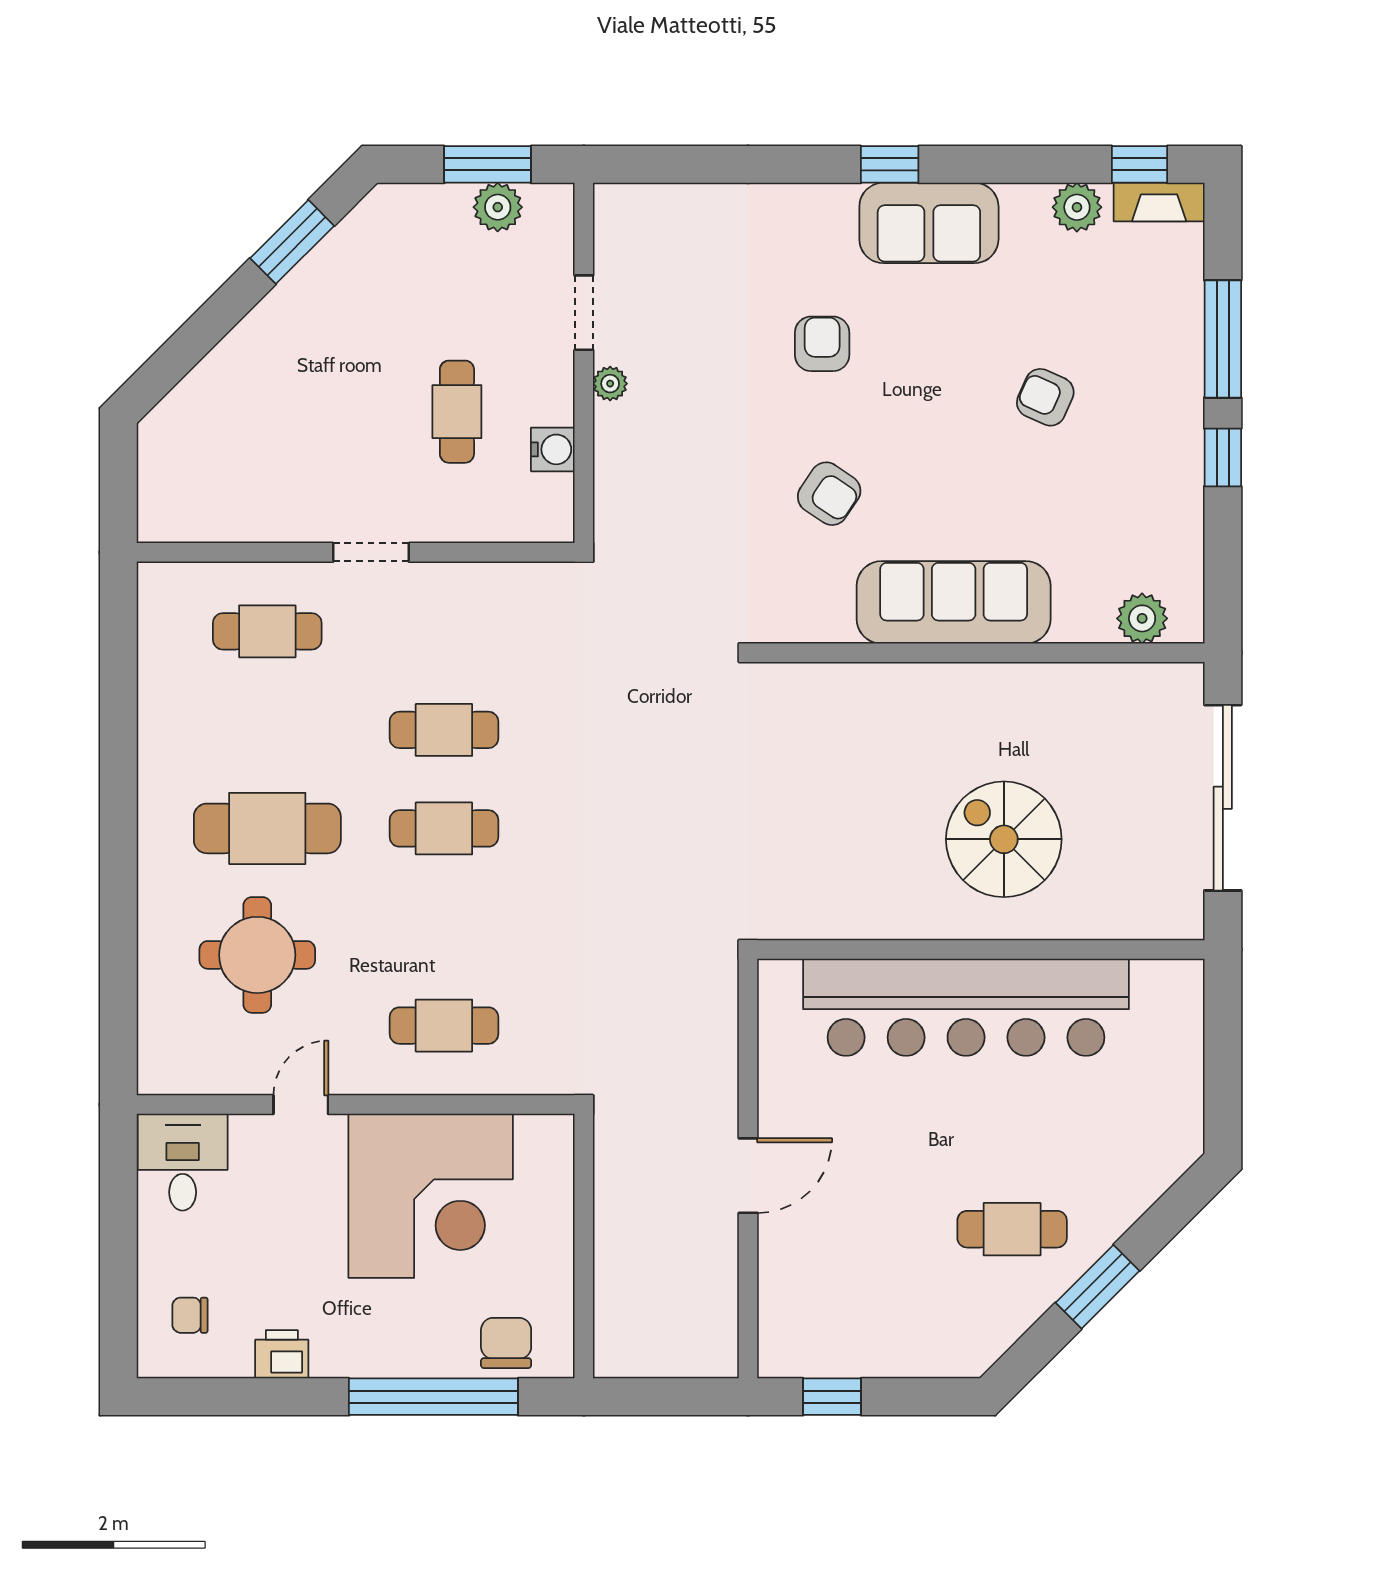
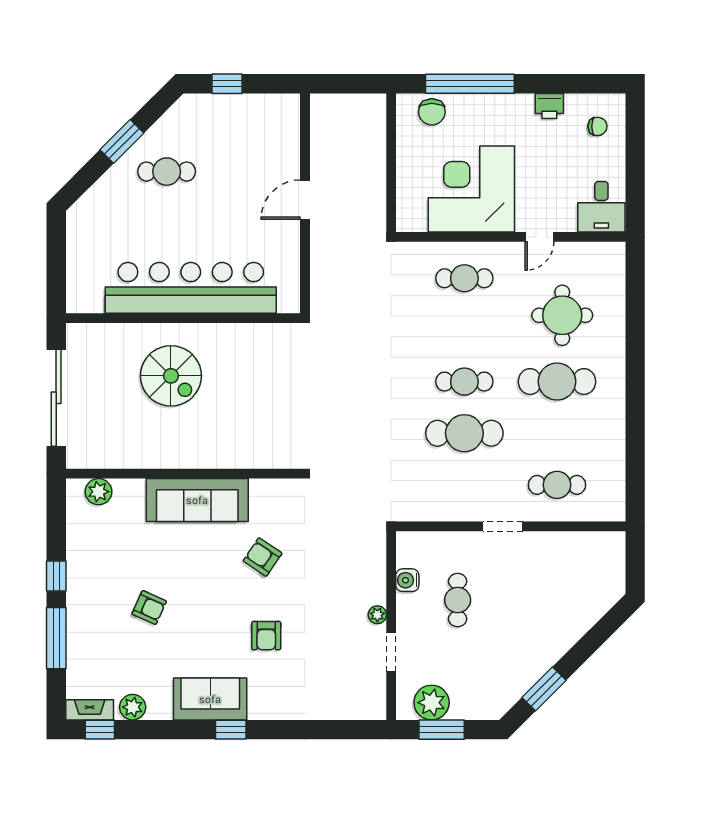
plant: (498, 207) -> (432, 703), width x1.36, depth x1.36
cafe table: (444, 730) -> (464, 433), width x1.37, depth x1.35
window: (832, 1397) -> (227, 84), moved

